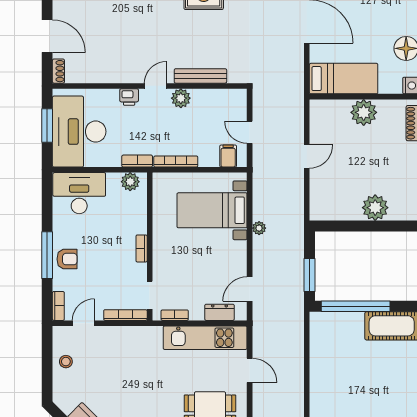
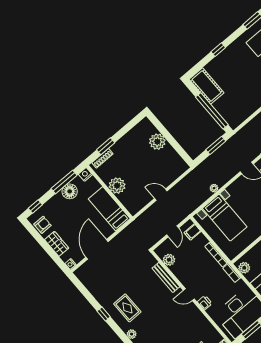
plant: (181, 98) -> (169, 260), moved

